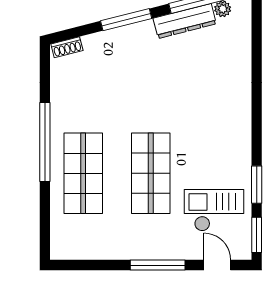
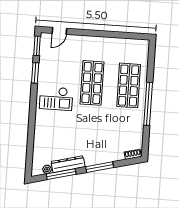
checkout: (214, 210) -> (56, 99), moved
window: (158, 265) -> (92, 33), removed
door: (217, 265) -> (59, 31), hinge flipped

